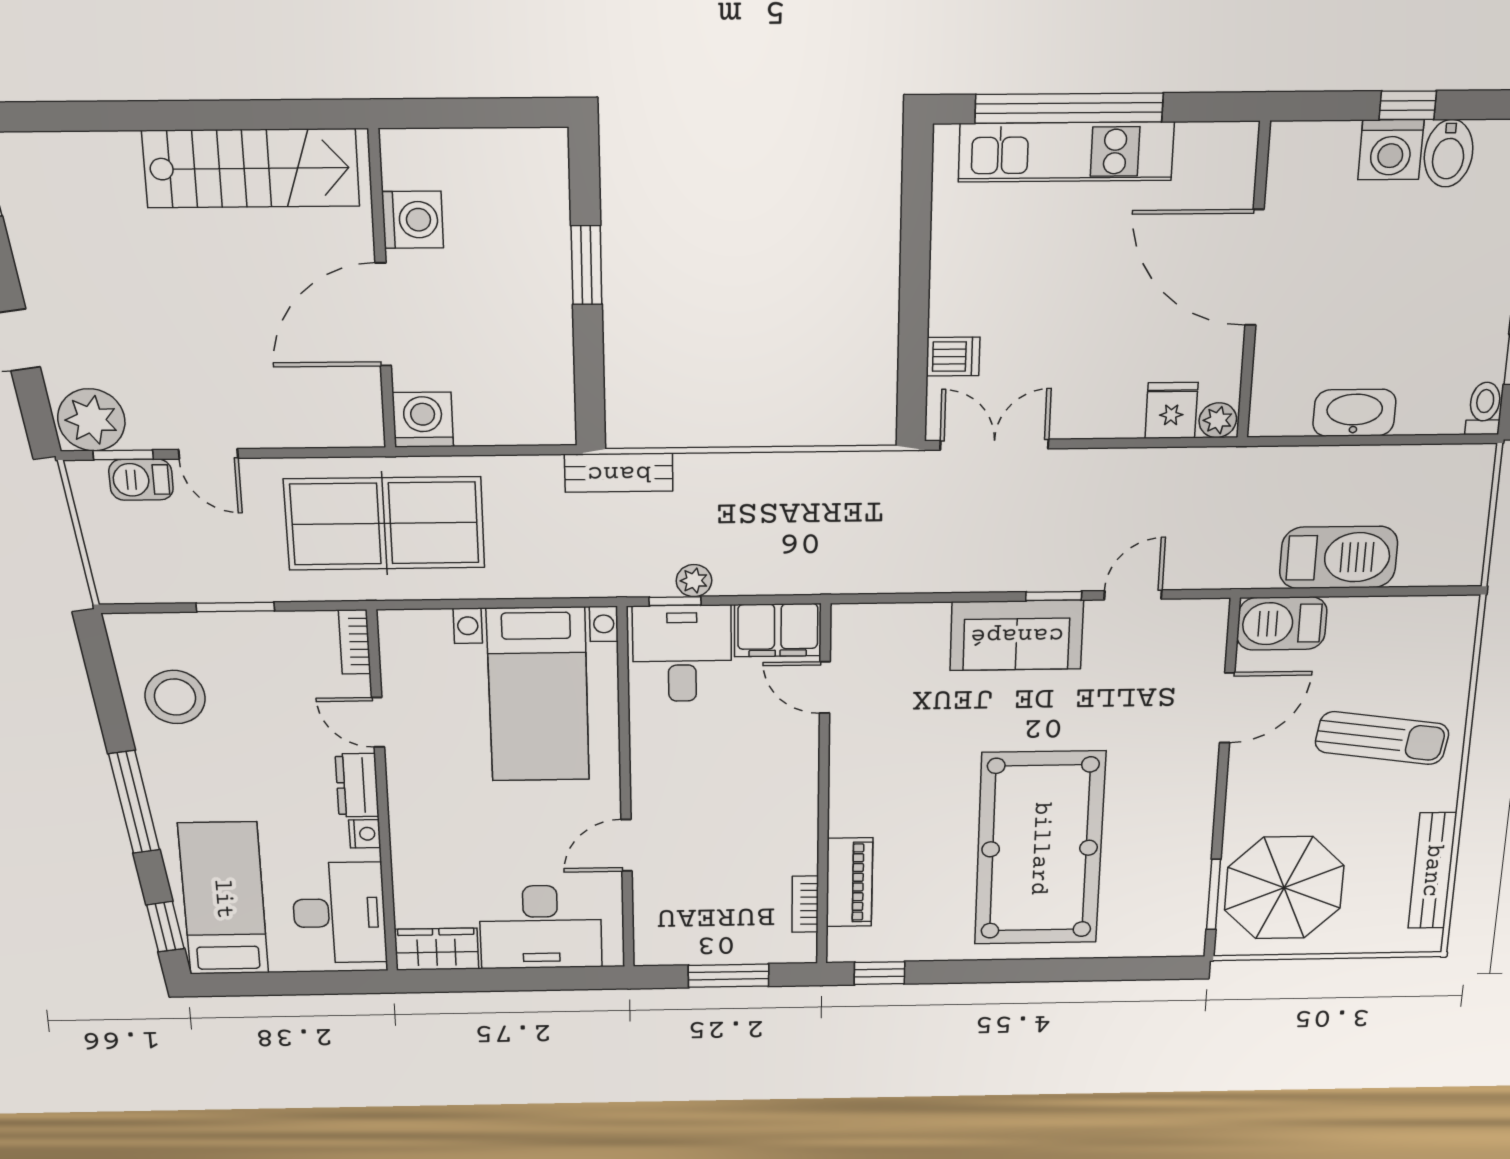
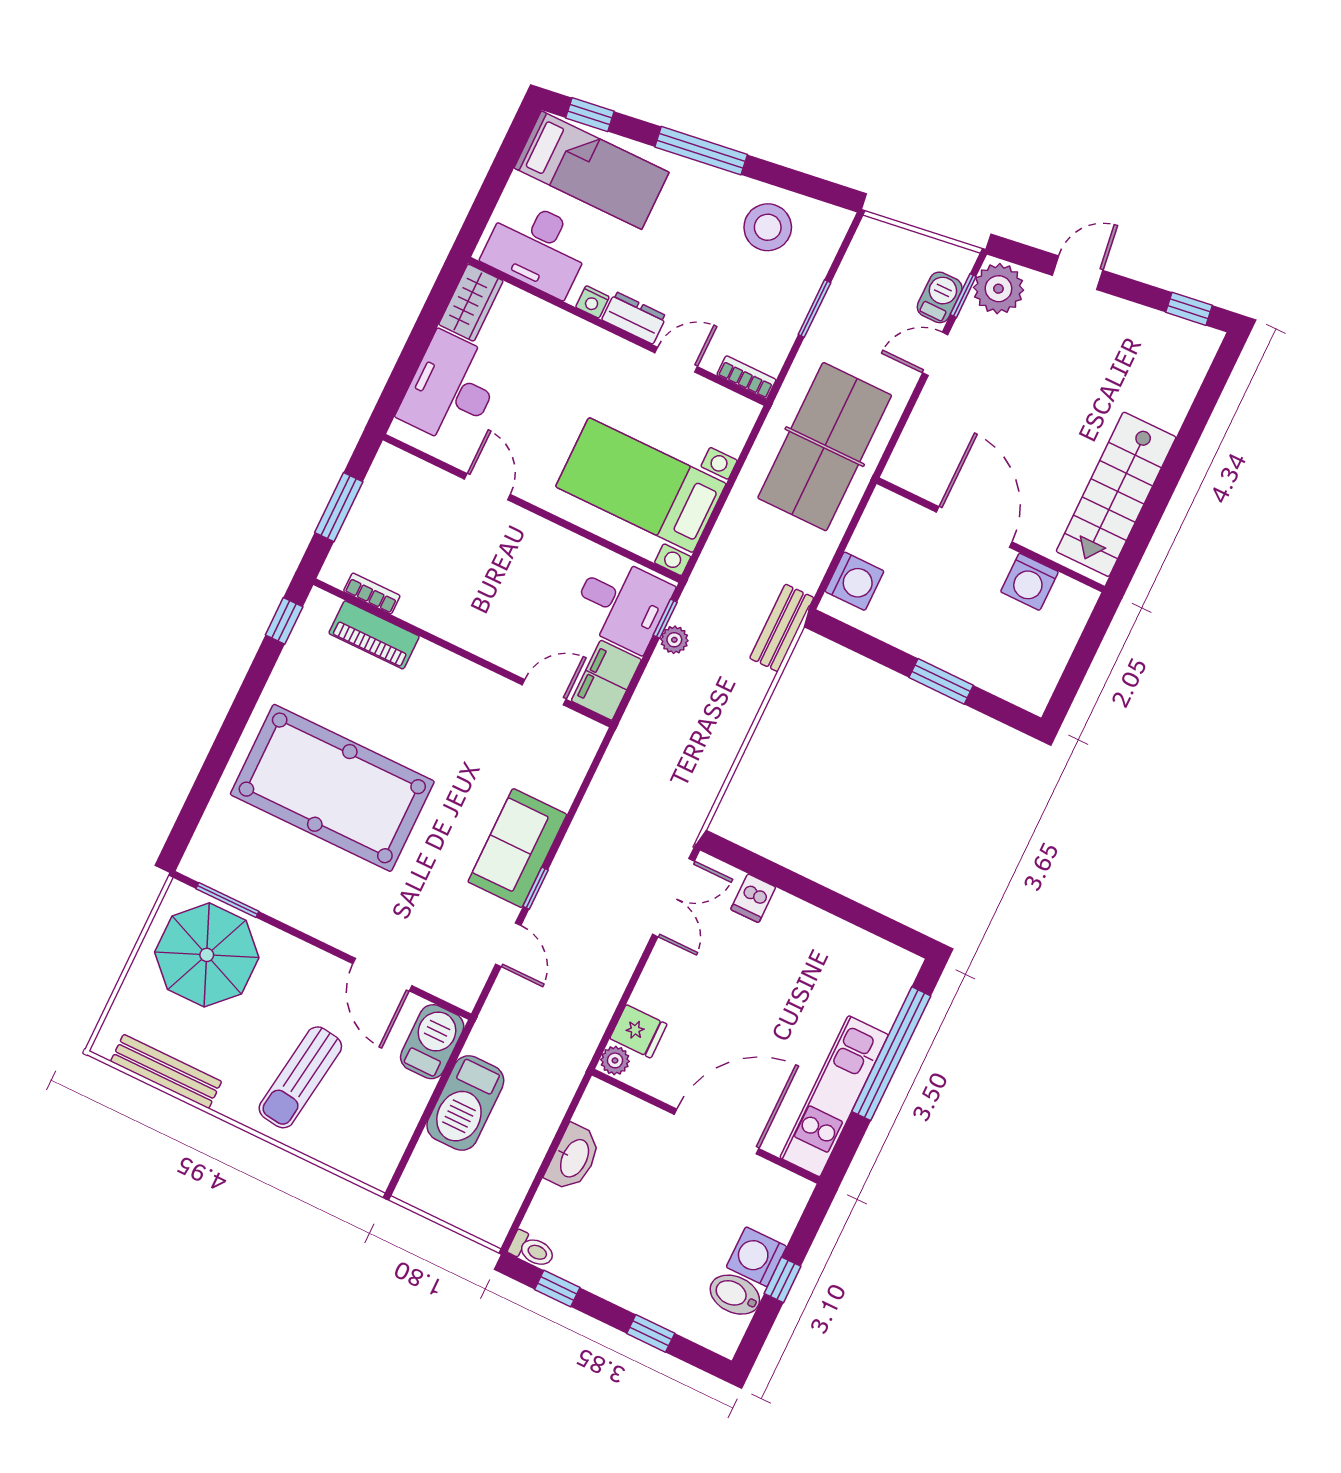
kitchen unit: (1066, 152) -> (834, 1096), moved
washing machine: (423, 420) -> (854, 581), moved

